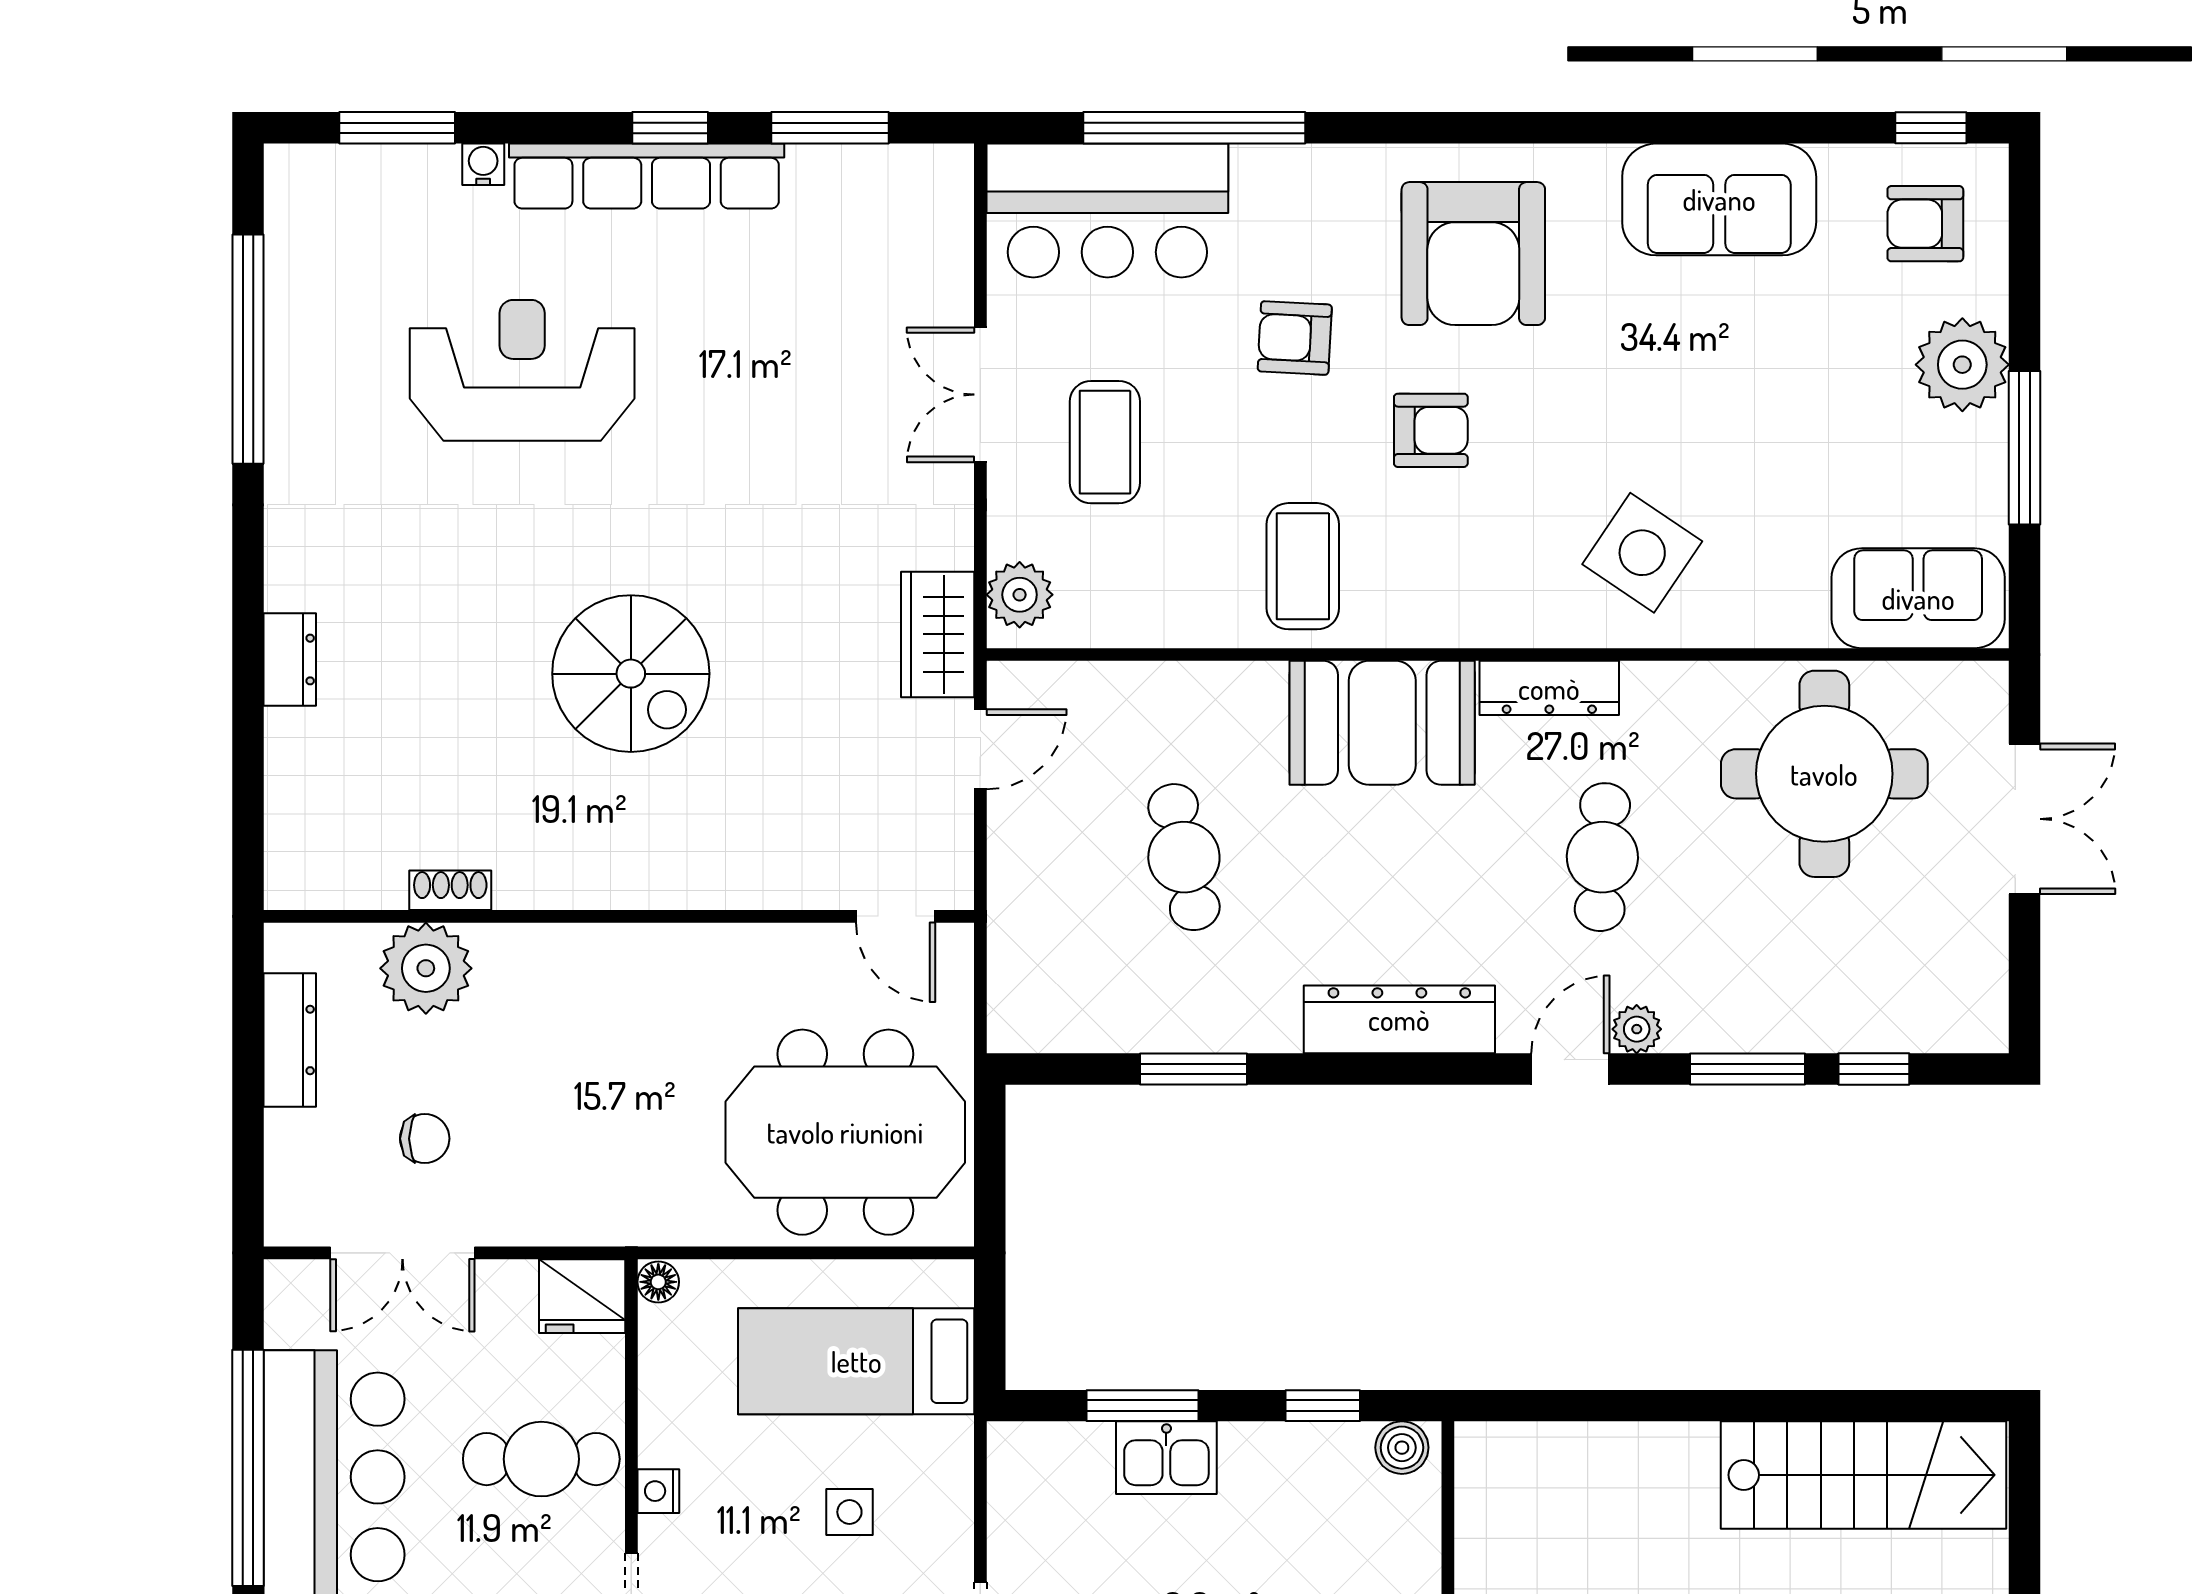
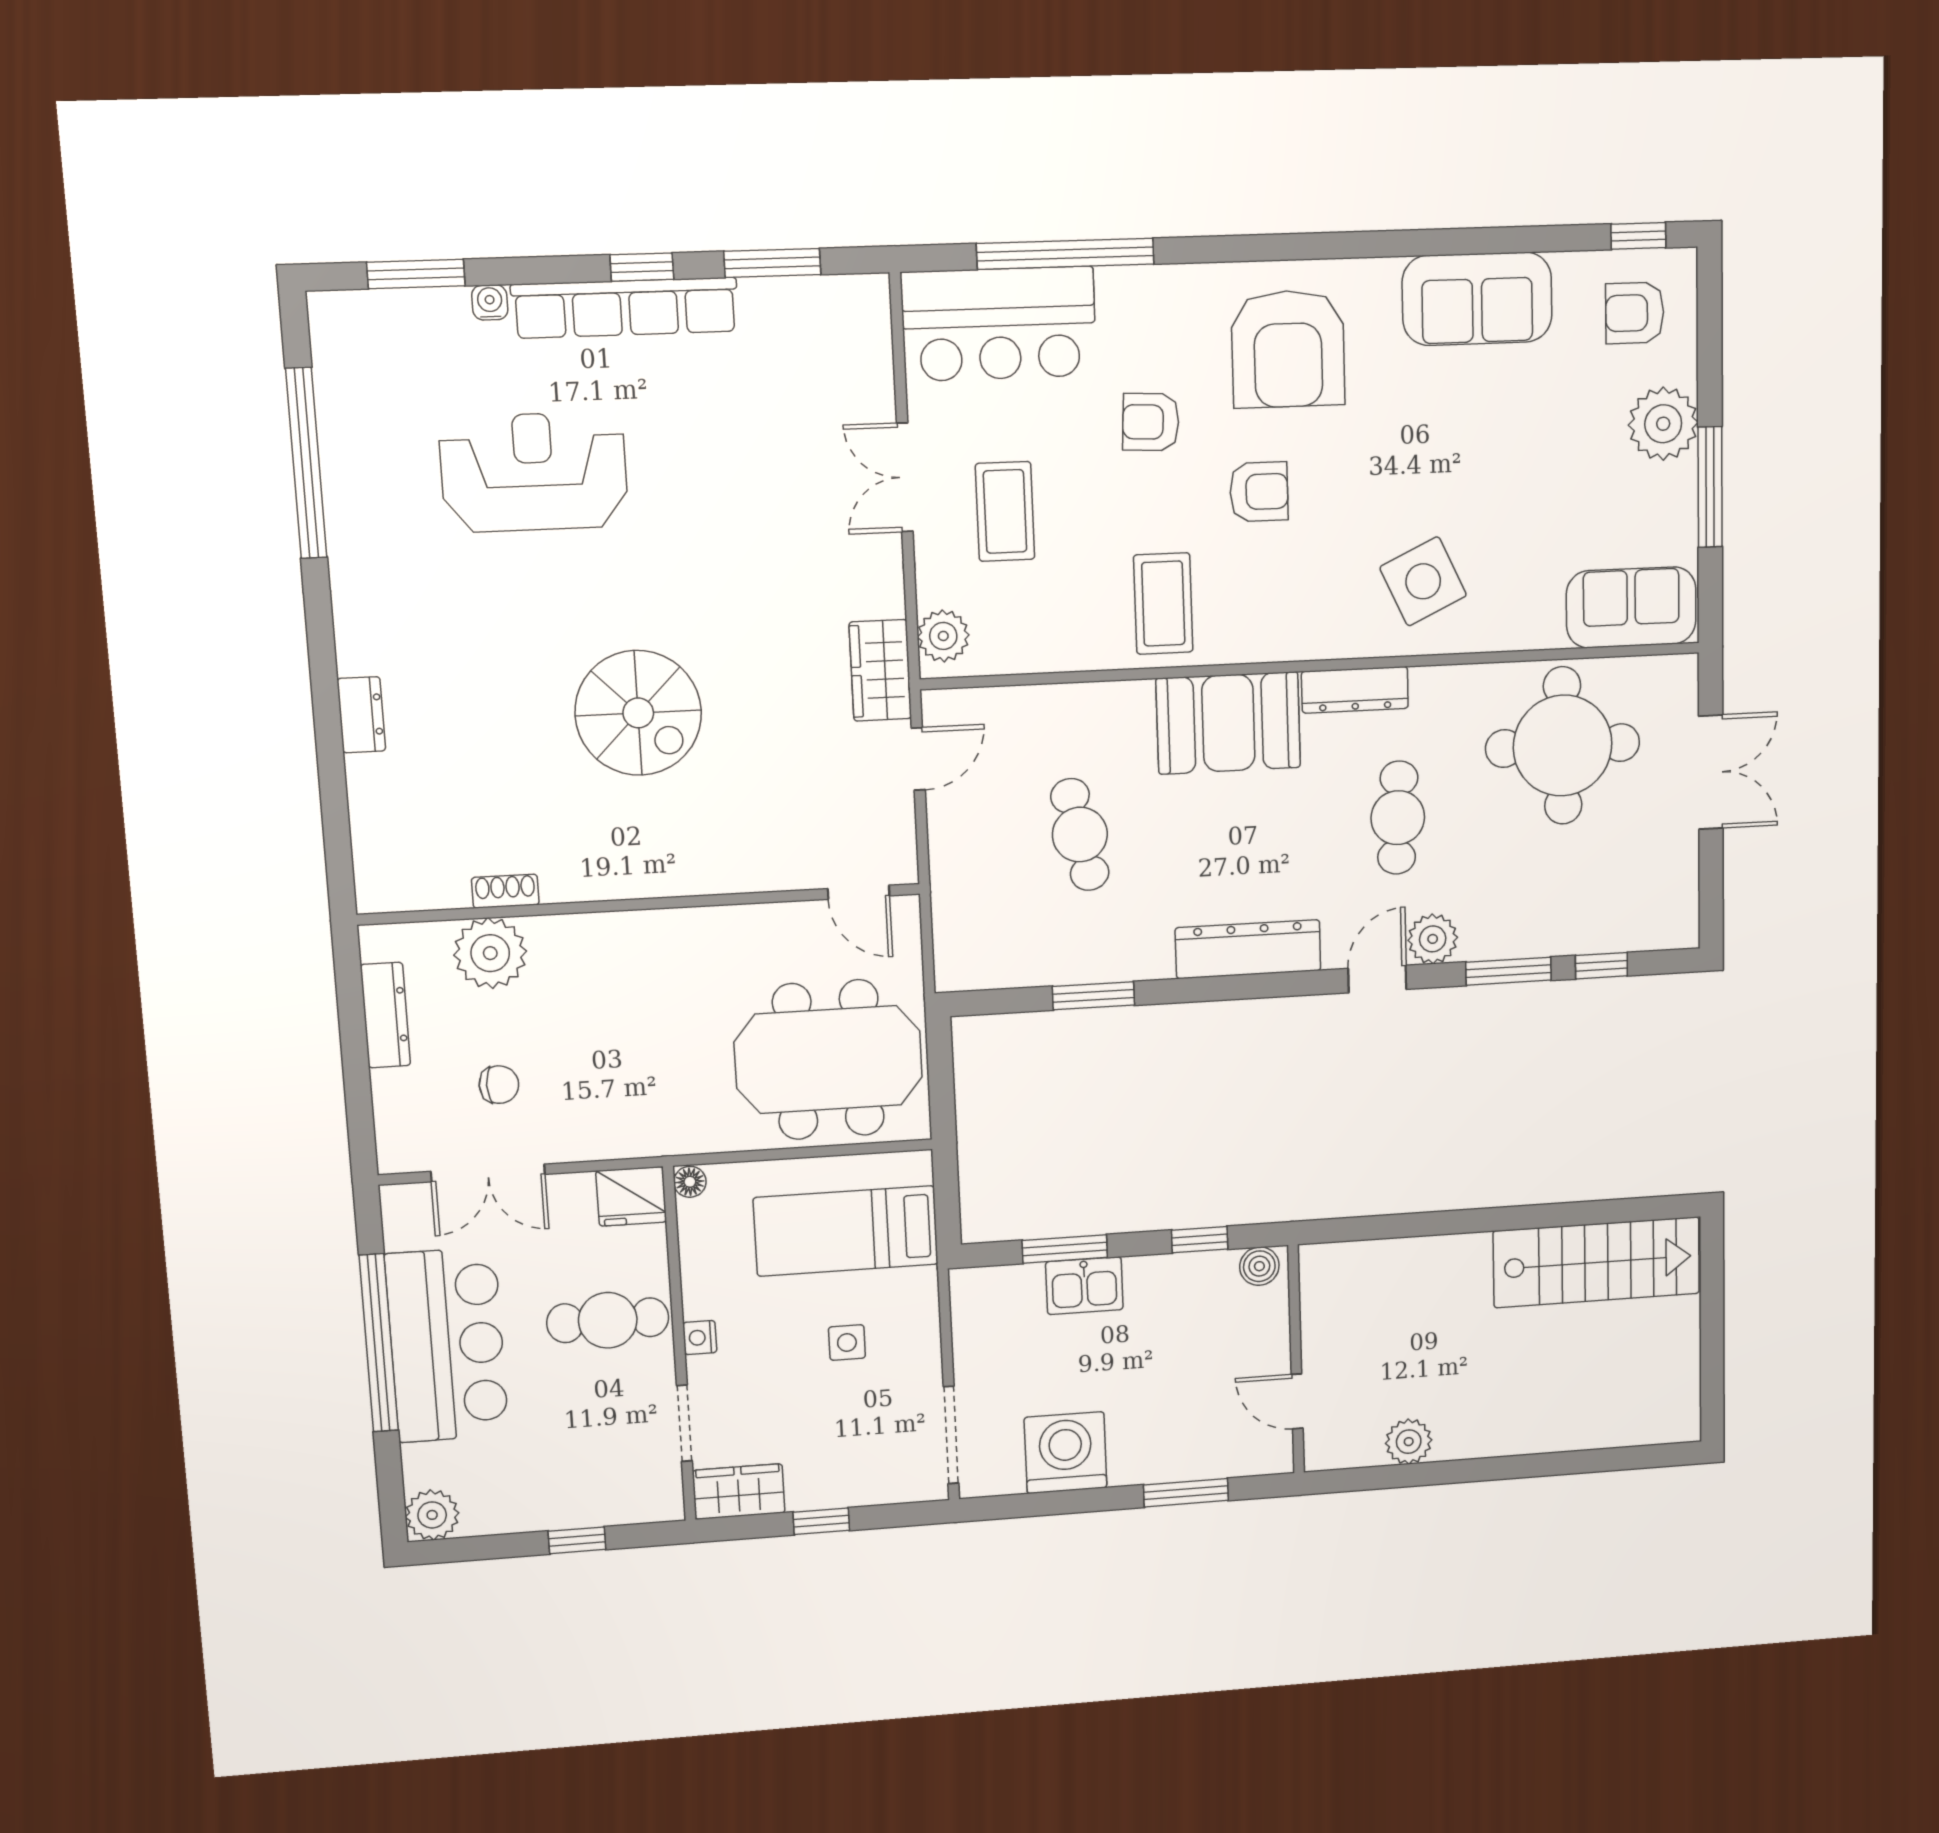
side table: (1642, 553) -> (1423, 581), turned 31
plant: (1637, 1029) -> (1433, 939), width x1.38, depth x1.38

